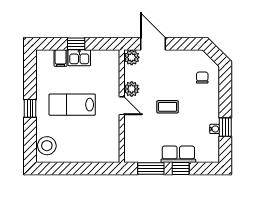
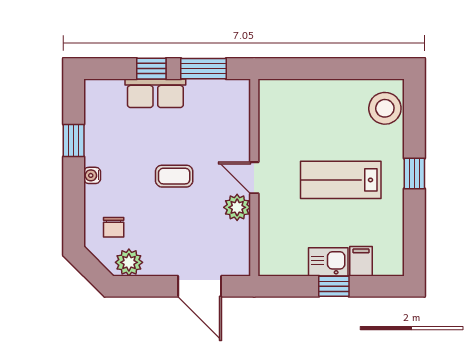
plant: (132, 57) -> (129, 262), moved
lab bench: (72, 105) -> (341, 180), turned 180
water cooler: (215, 129) -> (92, 175), moved

